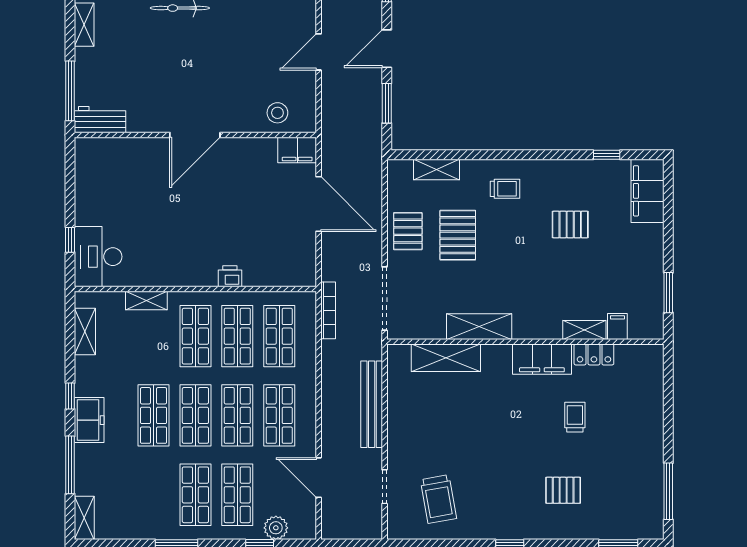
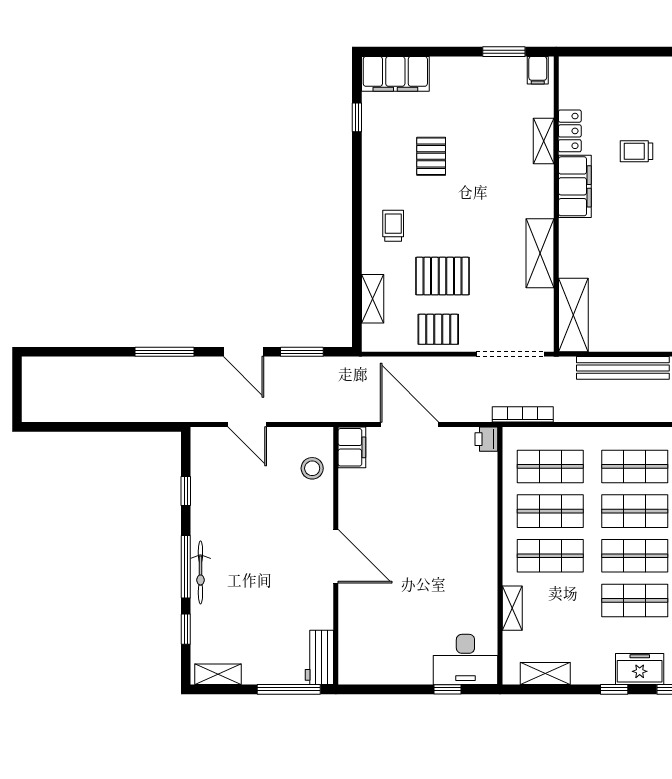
door: (319, 204) -> (409, 424), hinge flipped
printer: (230, 276) -> (486, 439), moved
filing cabinet: (617, 327) -> (538, 70), moved, turned -90
shelving: (446, 358) -> (573, 315), moved

